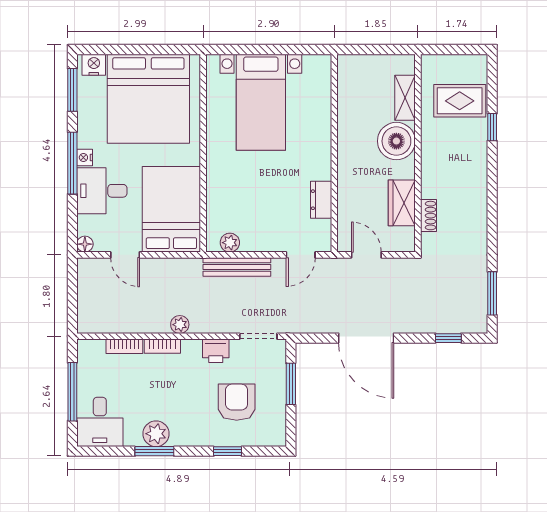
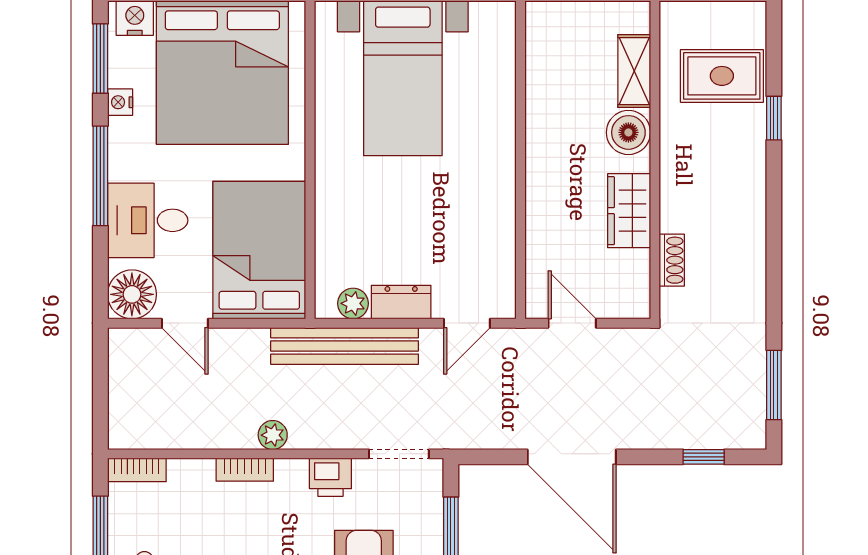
boiler: (396, 141) -> (628, 132), width x0.73, depth x0.73
nightstand: (85, 157) -> (120, 102), moved
dresser: (321, 200) -> (401, 302), moved, turned 90
wardrobe: (402, 203) -> (629, 211), moved
floor lamp: (85, 244) -> (132, 294), width x1.89, depth x1.89
bench: (237, 267) -> (345, 346), width x1.37, depth x1.21
bookcase: (124, 346) -> (137, 470), moved

